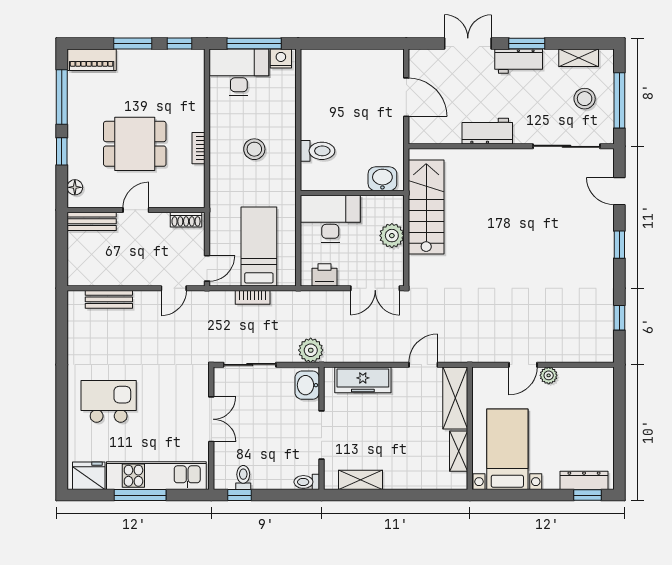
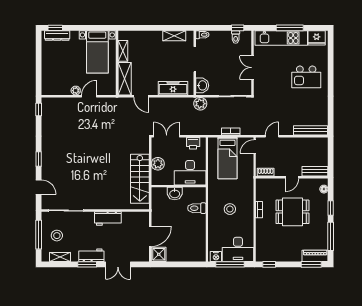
window: (133, 43) -> (311, 264), moved
shower: (390, 63) -> (159, 254), added
door: (406, 97) -> (150, 236), swing flipped
washbasin: (382, 179) -> (175, 194), moved
bench: (109, 299) -> (311, 130), width x1.36
window: (619, 318) -> (39, 110), moved
door: (423, 365) -> (141, 96), hinge flipped

